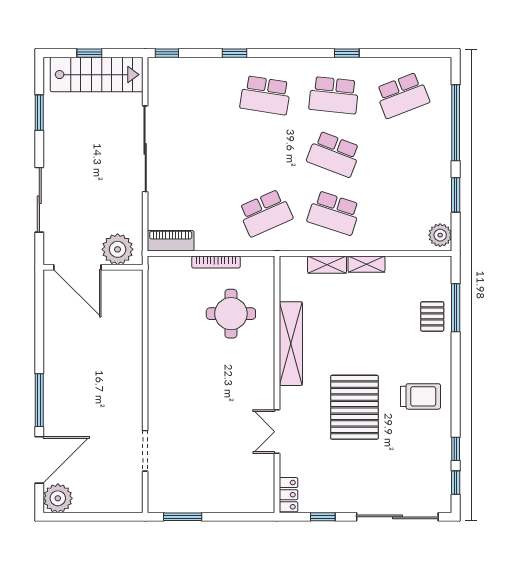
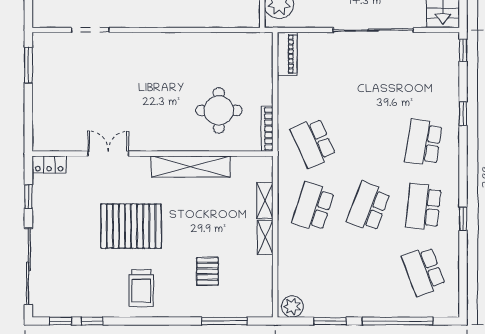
bookcase: (216, 262) -> (267, 129), moved
pallet: (432, 316) -> (207, 271), moved, turned 90

